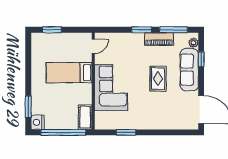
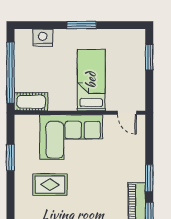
rug: (158, 79) -> (50, 185), moved
window: (28, 107) -> (82, 25), moved
nightstand: (38, 122) -> (43, 38), moved

